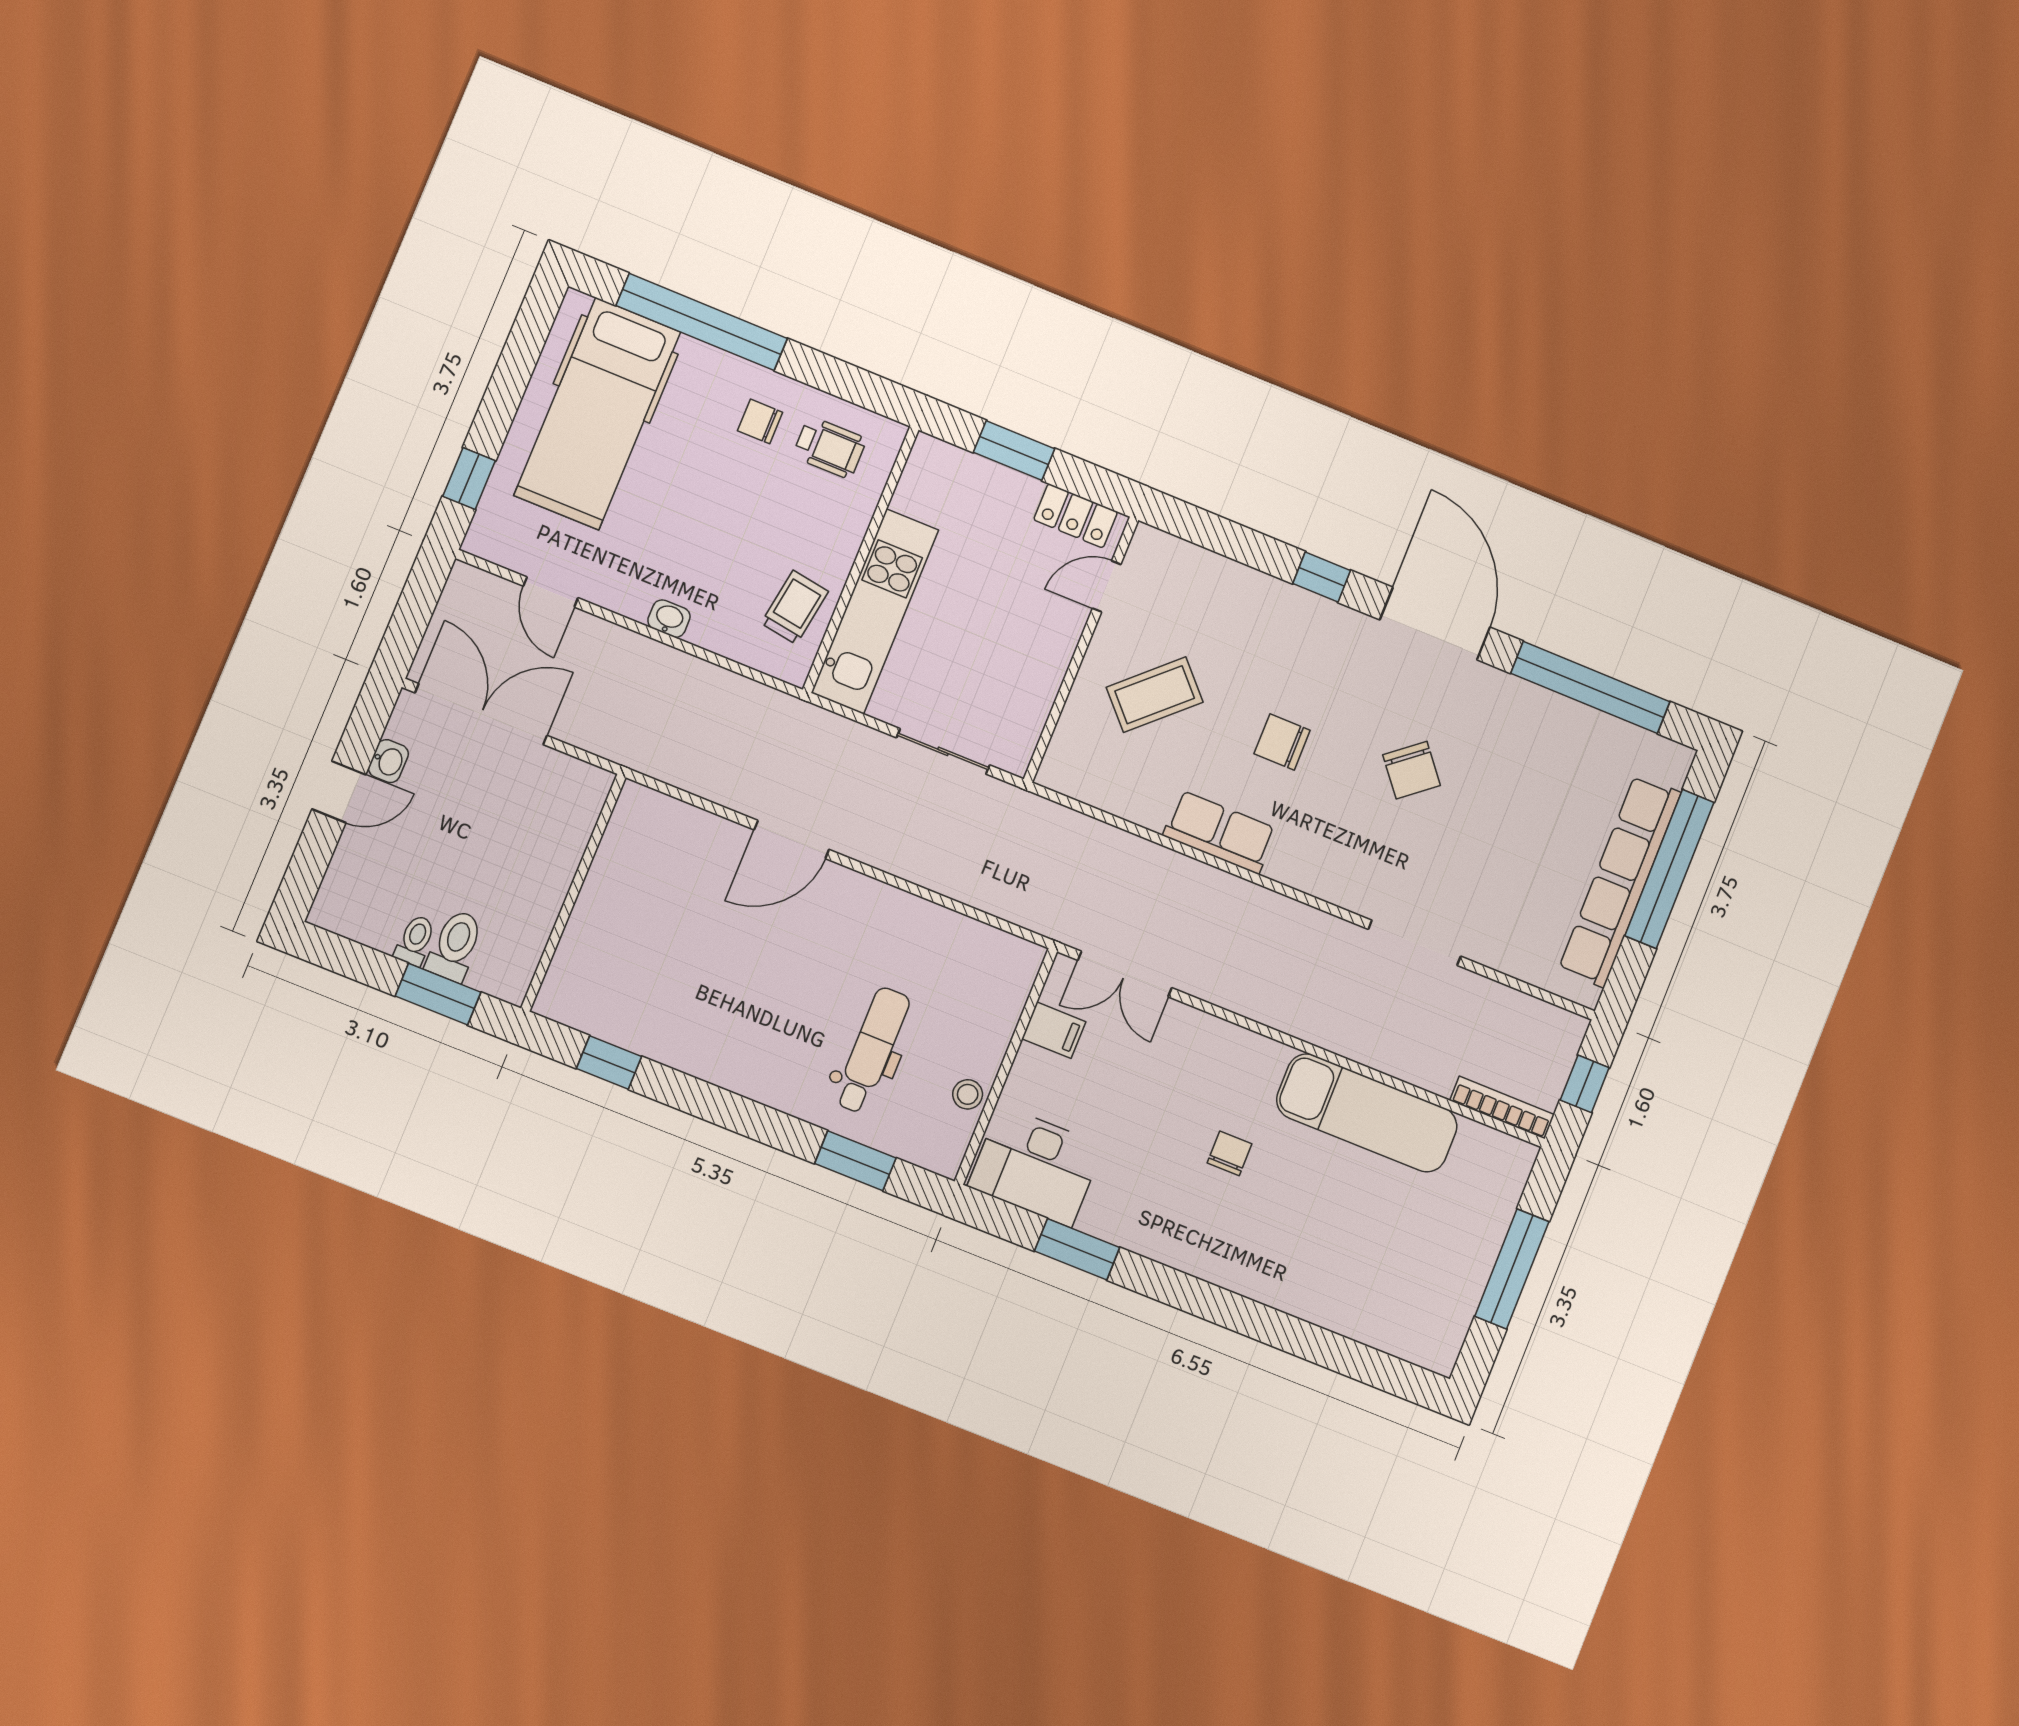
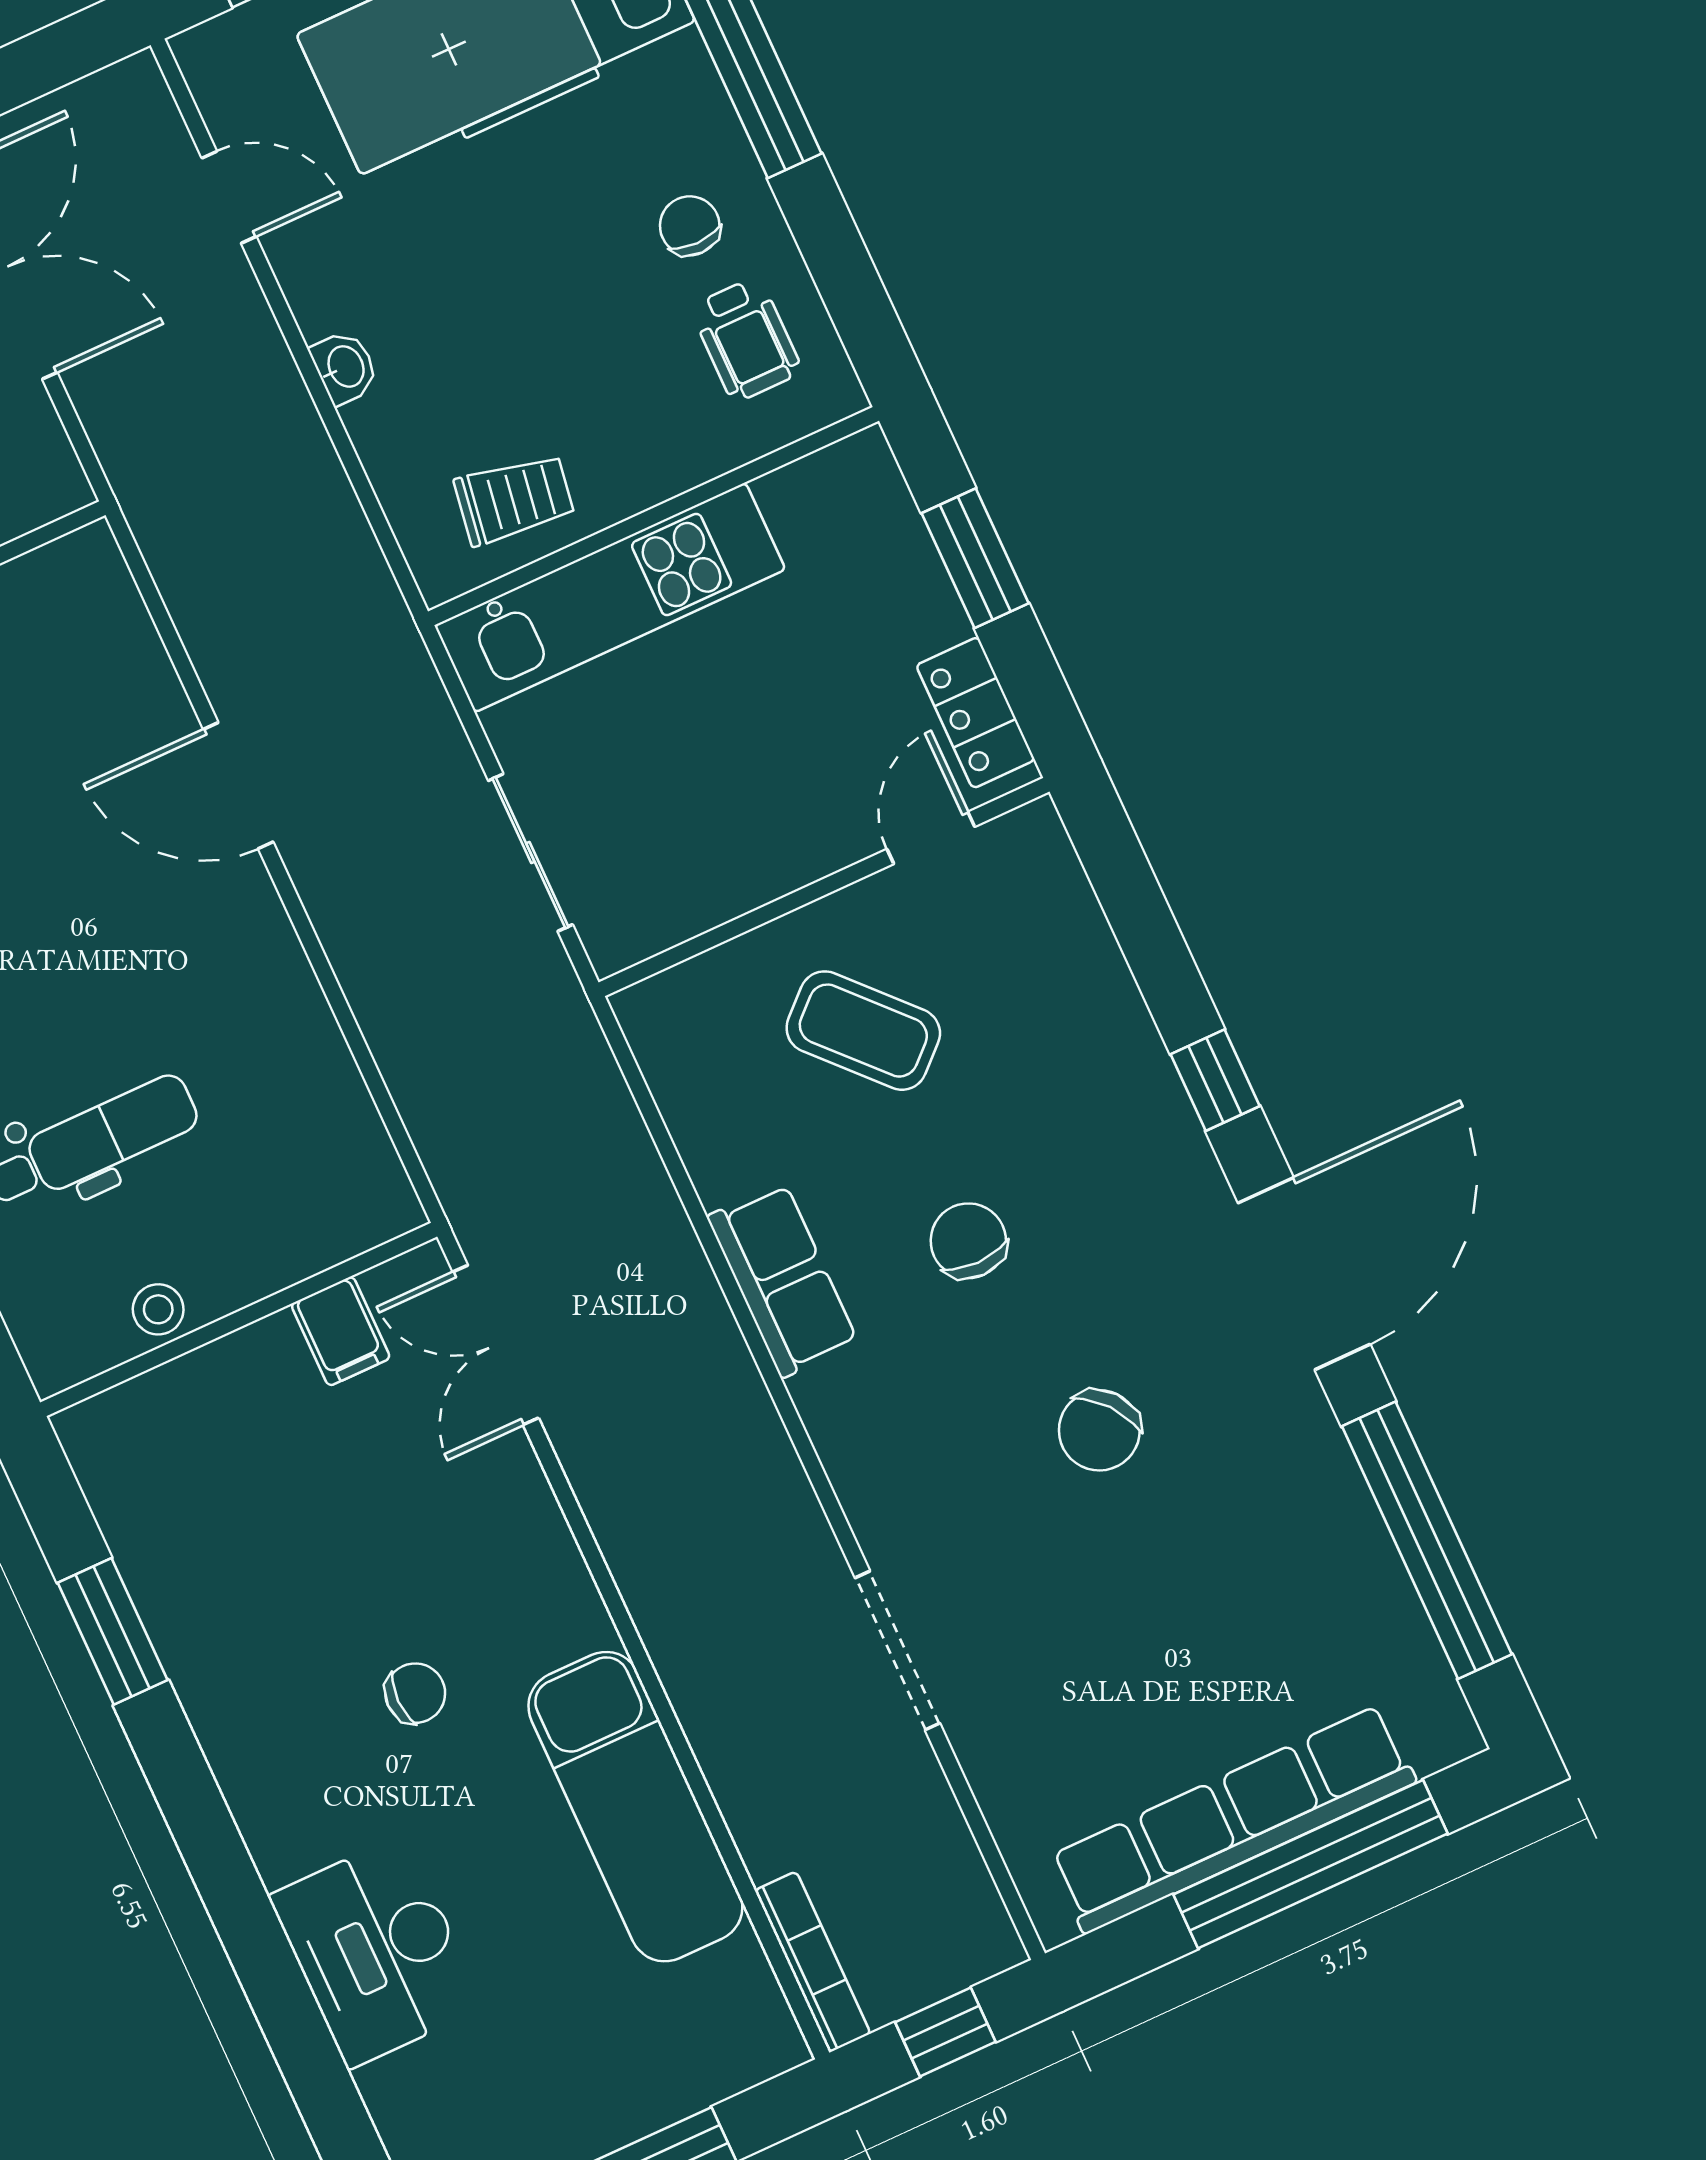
door: (1107, 586) -> (931, 838), hinge flipped
door: (551, 592) -> (229, 197), swing flipped
desk: (1036, 1166) -> (376, 1952), moved

